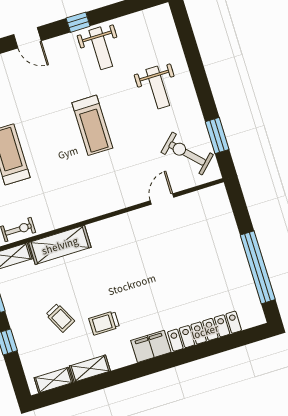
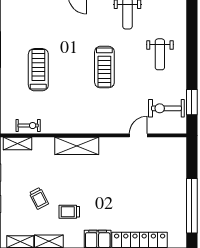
exercise bike: (187, 153) -> (166, 108), turned -46
shelving: (60, 245) -> (77, 146), moved

